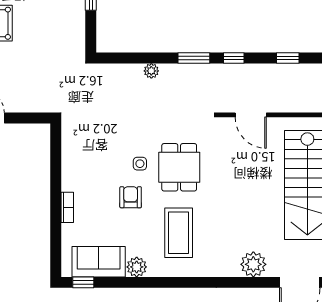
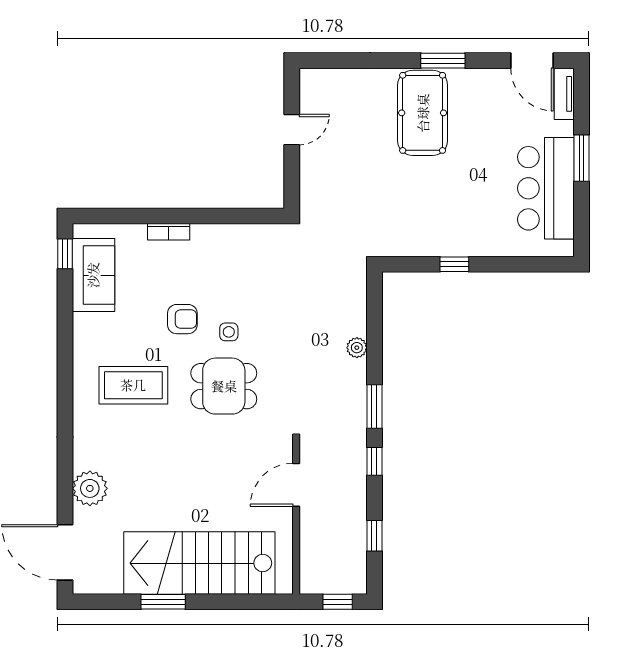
plant: (137, 267) -> (86, 327), removed

